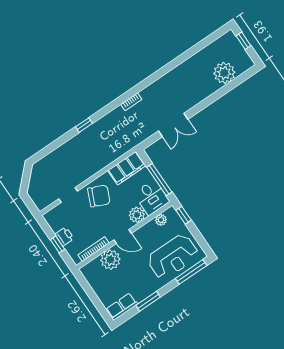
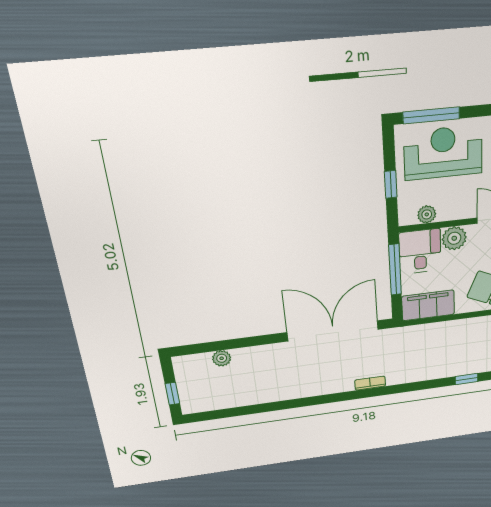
plant: (224, 73) -> (222, 358), width x0.53, depth x0.53
window: (84, 125) -> (466, 379), moved
double door: (173, 125) -> (333, 331), width x1.87
window: (184, 215) -> (391, 184), moved

